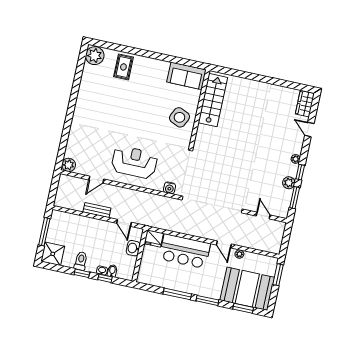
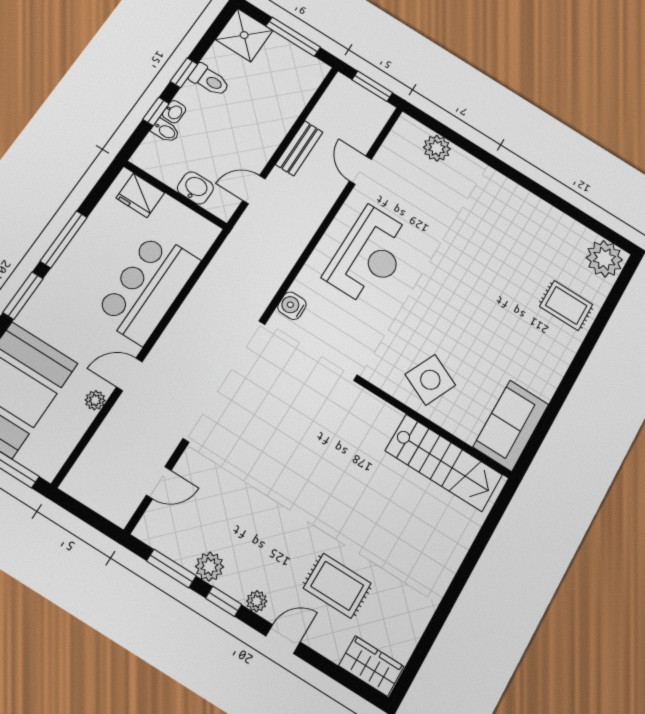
rug: (278, 128) -> (337, 586), added
door: (309, 130) -> (283, 639), moved
plant: (69, 165) -> (437, 148), moved
window: (54, 188) -> (372, 86), added
fridge: (154, 238) -> (140, 195), moved, turned -90

